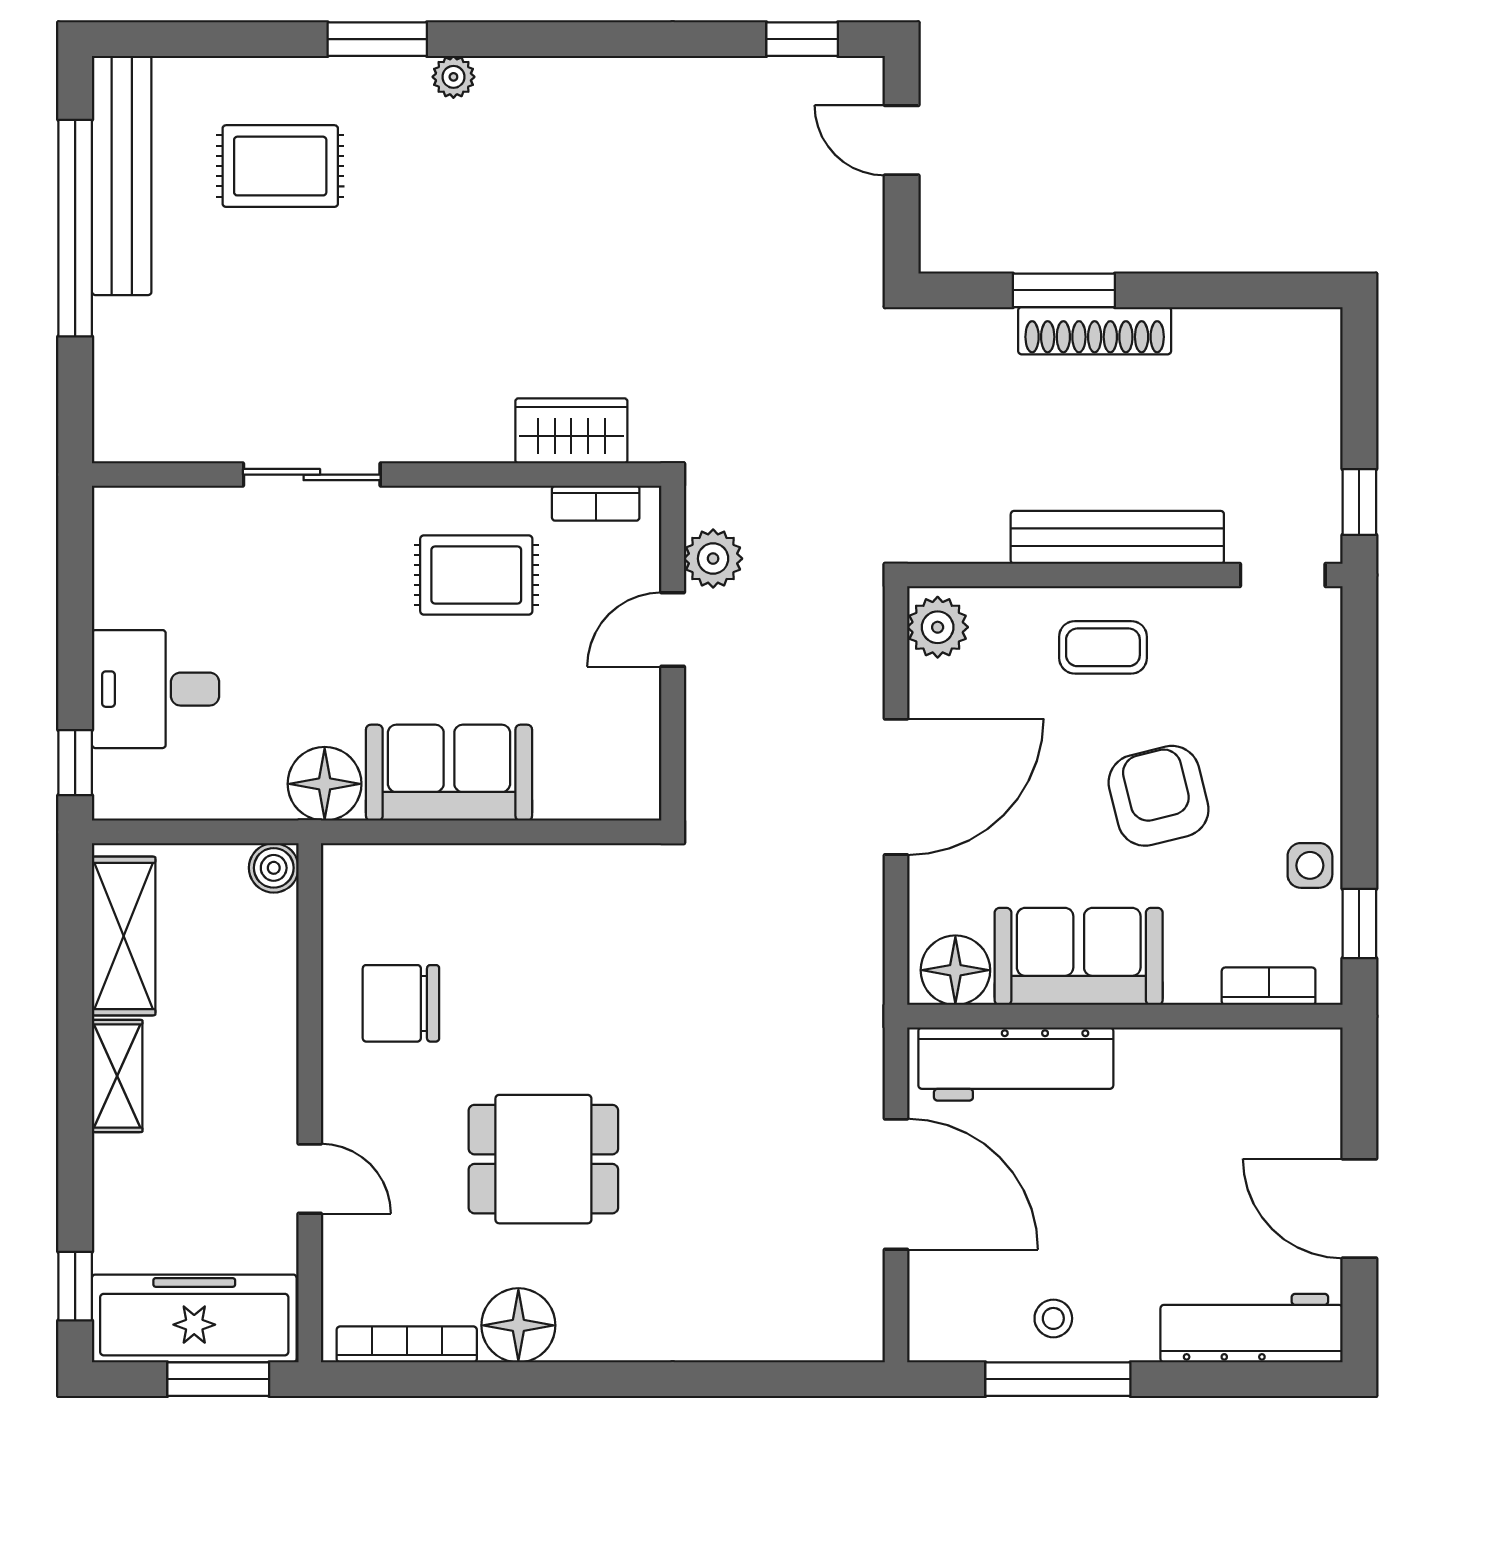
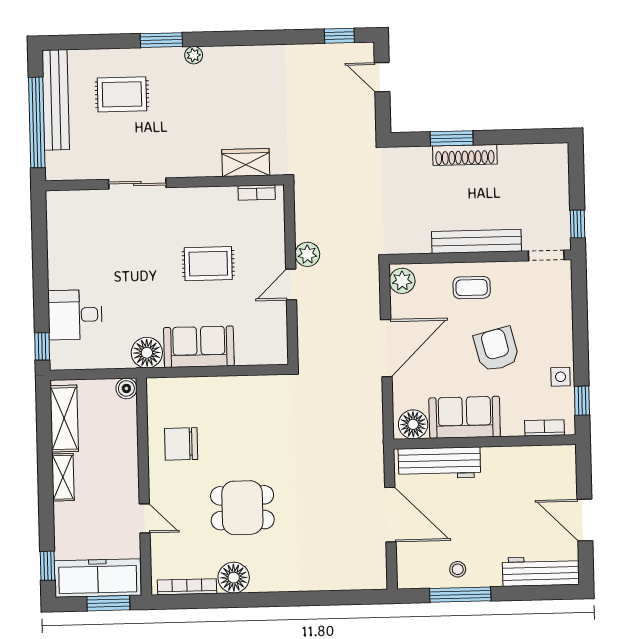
wardrobe: (571, 431) -> (246, 163), moved
sliding door: (312, 475) -> (137, 183), moved
wall: (377, 475) -> (165, 183), moved
bookcase: (596, 503) -> (257, 193), moved

